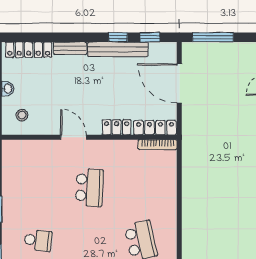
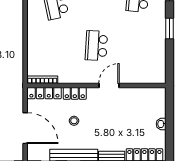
stool: (22, 115) -> (74, 121), moved
door: (73, 137) -> (109, 85), swing flipped

